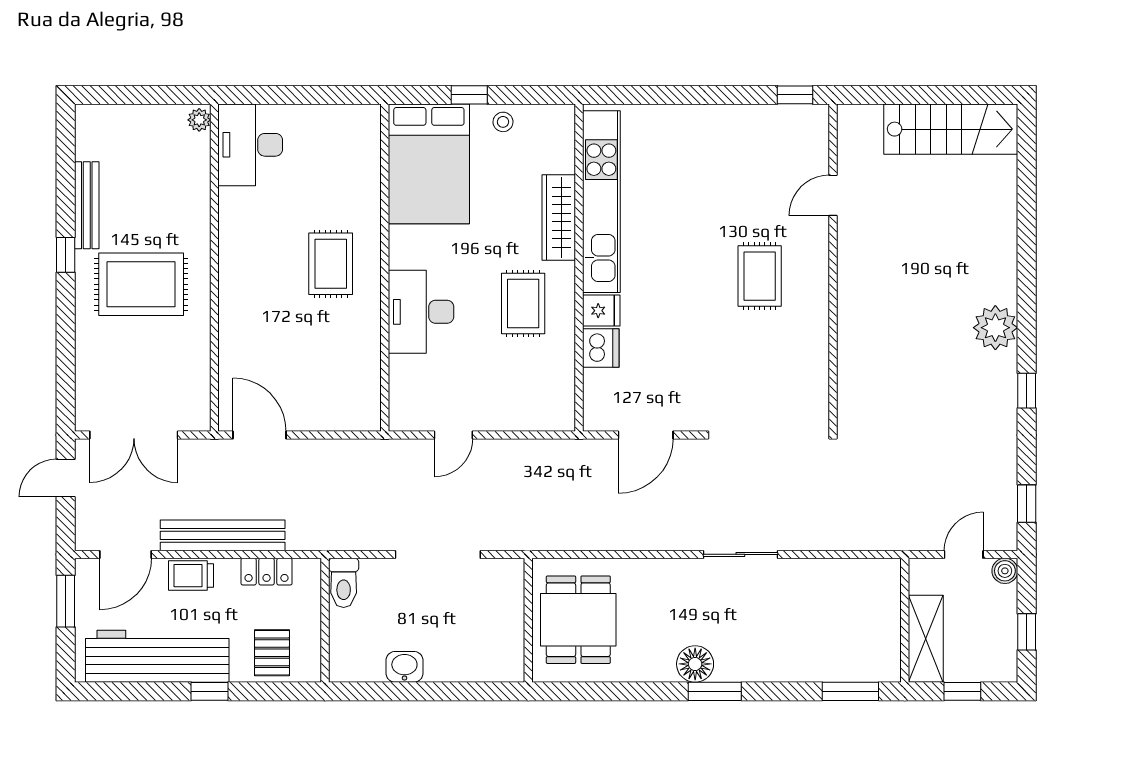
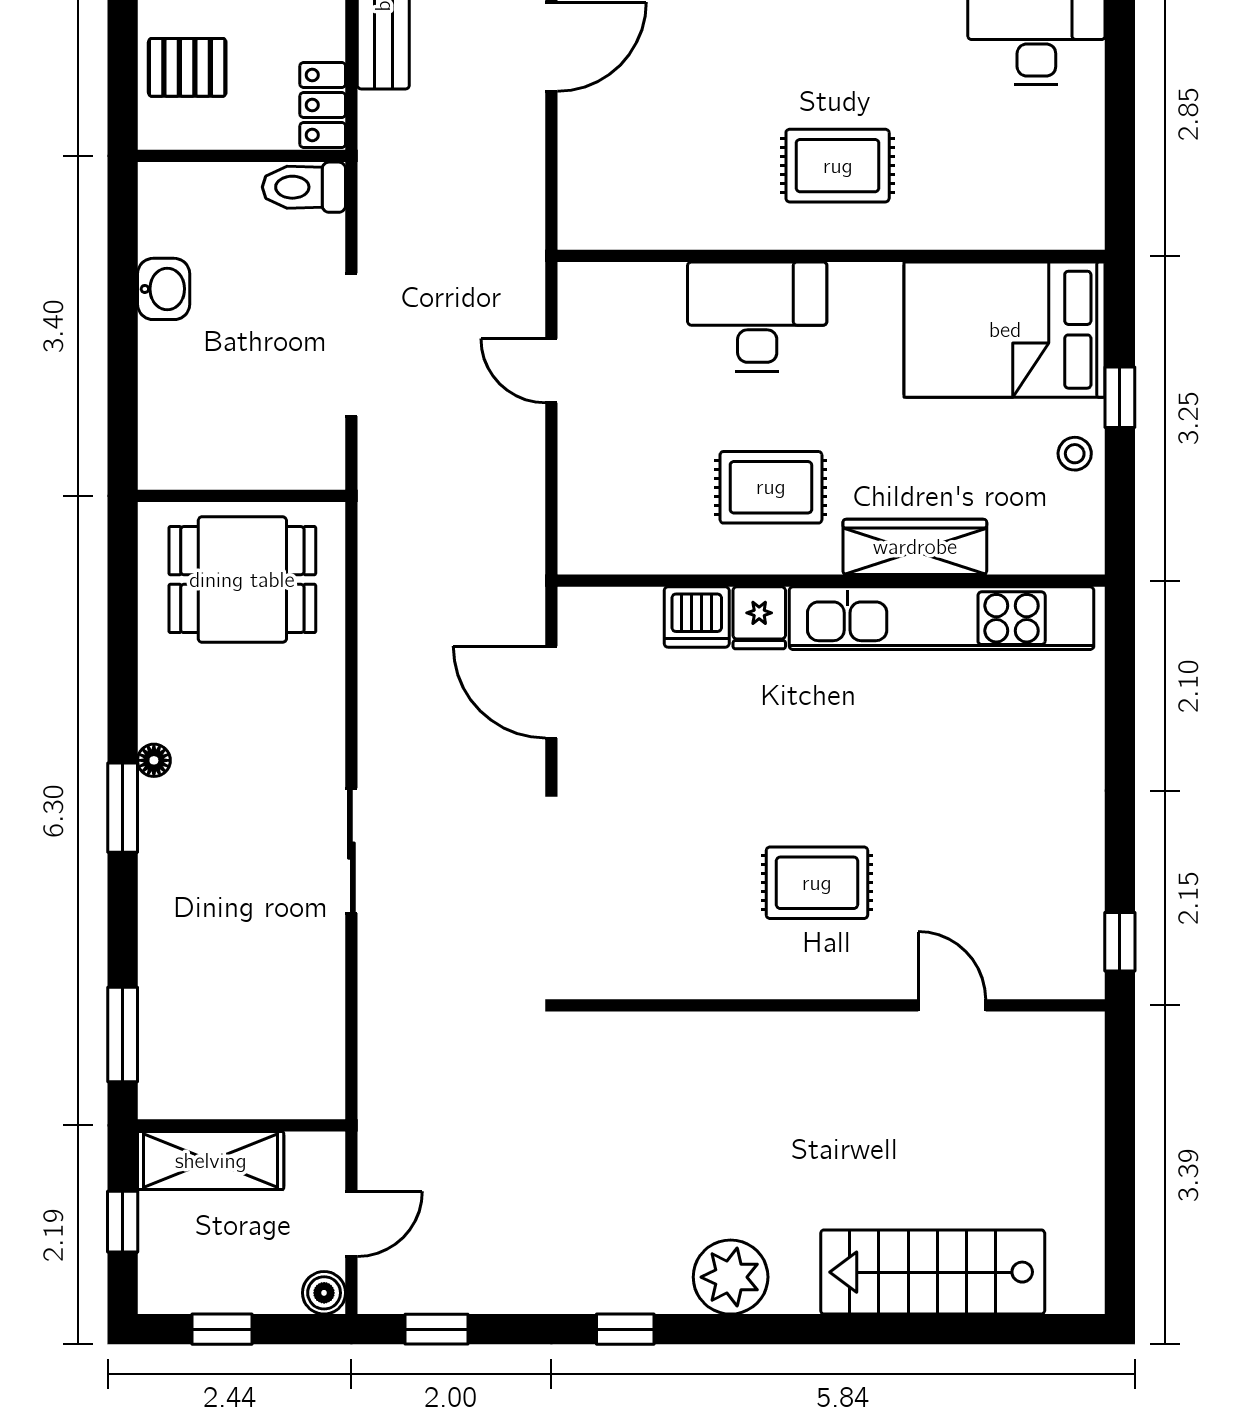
stairs: (951, 129) -> (933, 1272), moved, turned 90
door: (964, 554) -> (351, 1224), hinge flipped
locker: (267, 572) -> (323, 105), moved
floor lamp: (695, 664) -> (154, 760), width x0.53, depth x0.53

